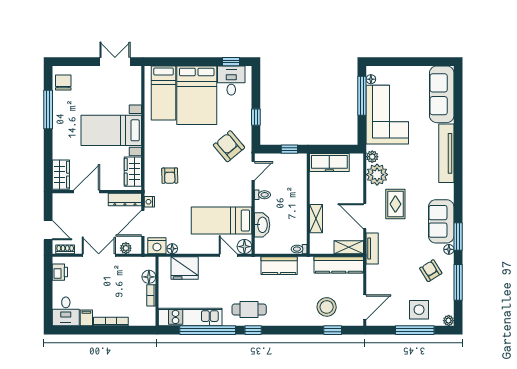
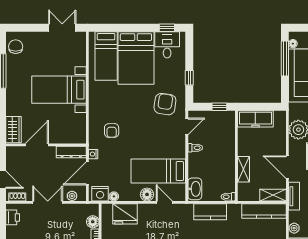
armchair: (229, 146) -> (165, 104), turned 48
plant: (372, 157) -> (294, 228), moved
wardrobe: (133, 172) -> (78, 127), removed
washbasin: (262, 225) -> (195, 189), moved
floor lamp: (244, 247) -> (147, 194), moved

